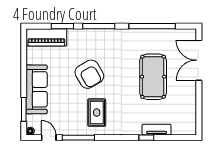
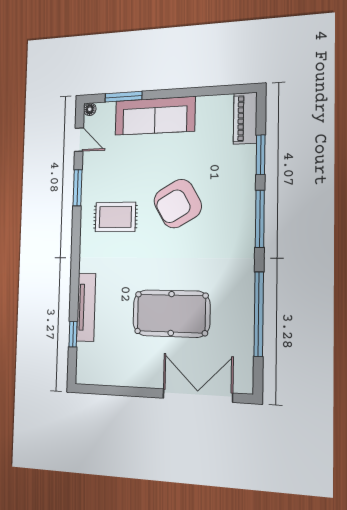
piano: (46, 37) -> (245, 118), width x0.73, depth x0.75
tv unit: (157, 130) -> (86, 307), width x1.41
door: (49, 138) -> (79, 140), hinge flipped
window: (78, 138) -> (77, 188), width x0.69
window: (146, 138) -> (73, 334), moved

